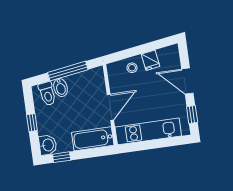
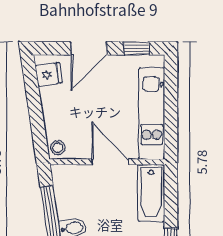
fridge: (150, 60) -> (49, 74), moved
stool: (132, 68) -> (58, 148), moved

